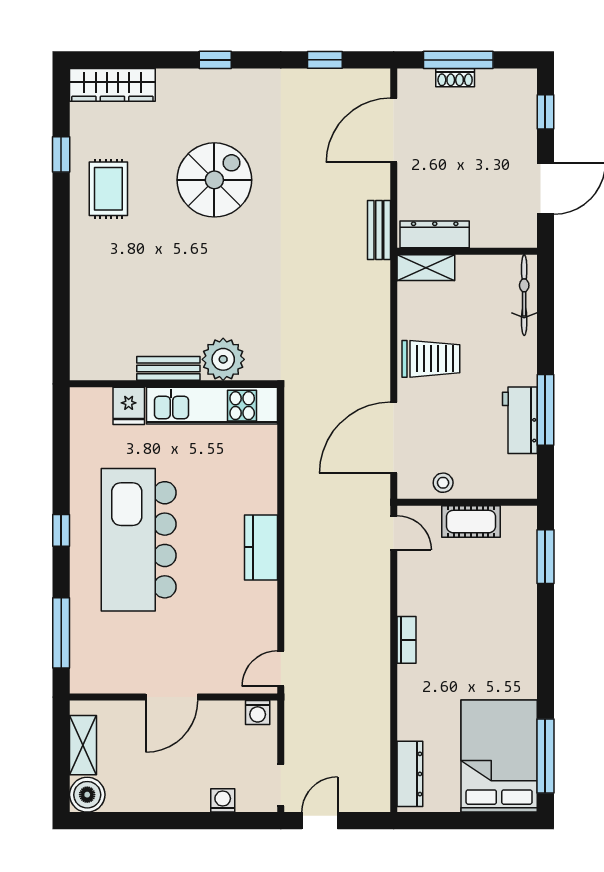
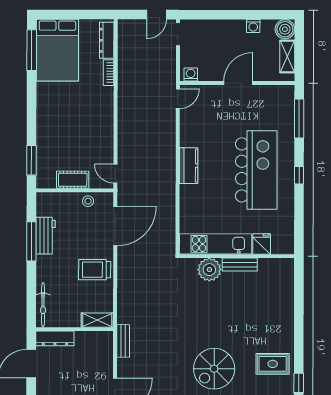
rug: (108, 189) -> (273, 364), turned 90
dresser: (435, 234) -> (55, 338), moved
bookcase: (406, 640) -> (108, 73), moved
washing machine: (223, 800) -> (253, 26), moved

